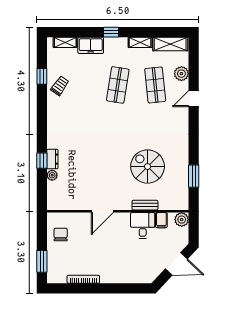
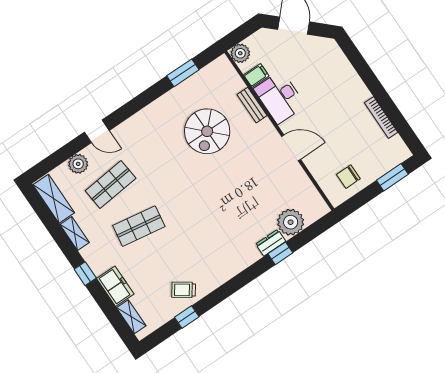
plant: (52, 175) -> (291, 222), width x1.88, depth x1.88
desk: (143, 225) -> (280, 97), width x1.37

